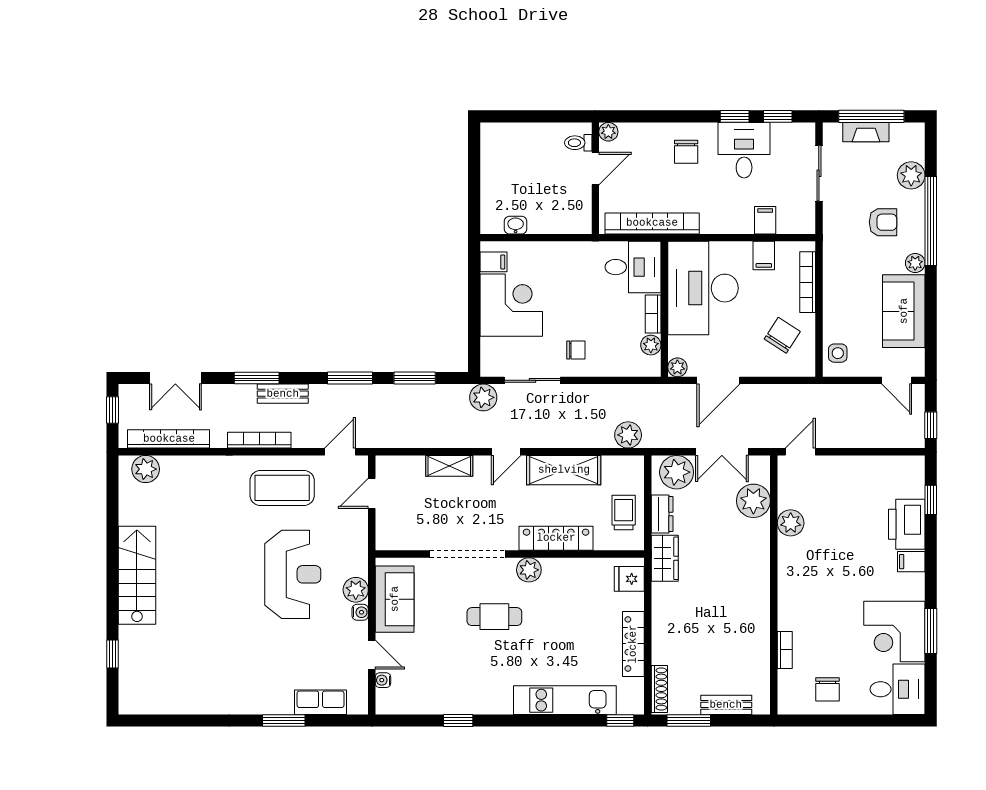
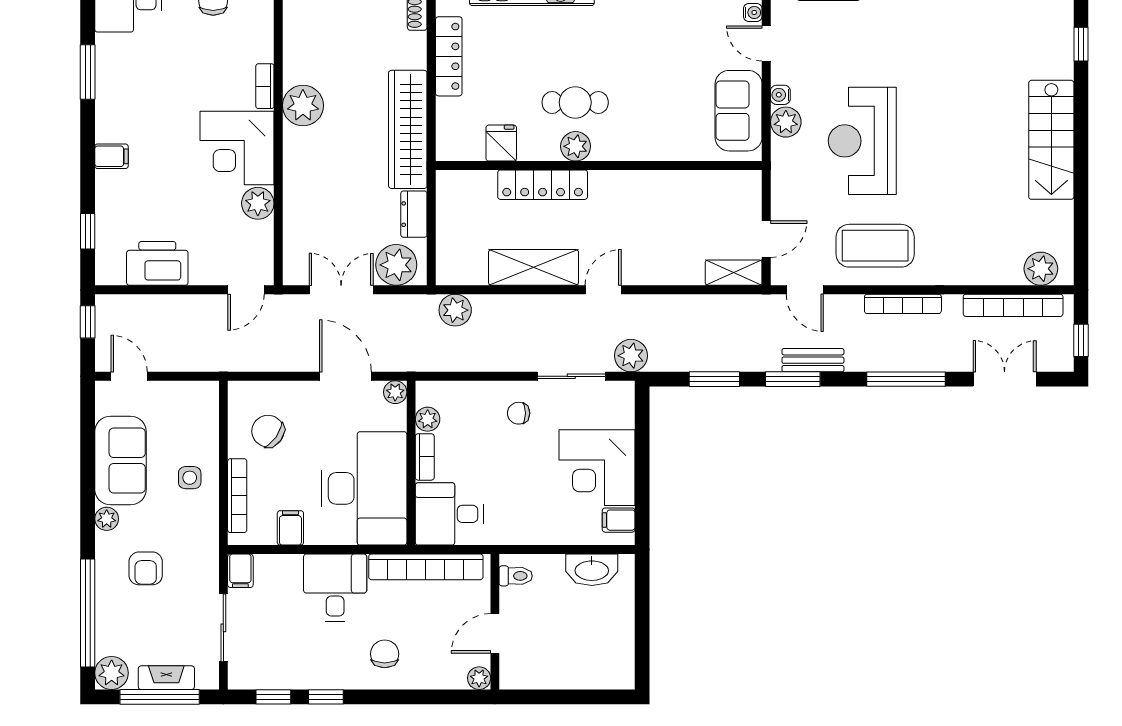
toilet: (578, 143) -> (516, 576), moved
desk: (744, 150) -> (335, 588), moved, turned 180
plant: (911, 175) -> (112, 673), moved
filing cabinet: (765, 220) -> (240, 571), moved
window: (931, 221) -> (88, 613), moved
armchair: (883, 222) -> (146, 568), turned -90
washbasin: (516, 225) -> (592, 570), width x1.91, depth x1.45
chair: (782, 335) -> (268, 431), turned 92
side table: (838, 353) -> (190, 478), moved
window: (257, 378) -> (906, 379), width x1.44
door: (718, 380) -> (345, 376), hinge flipped
bench: (283, 394) -> (813, 360), moved
door: (340, 452) -> (805, 290), hinge flipped
shelving: (449, 466) -> (734, 273), moved
plant: (753, 501) -> (303, 106), moved
trolley: (624, 513) -> (460, 216), removed
printer: (907, 524) -> (157, 263), moved, turned -90
doorway: (467, 554) -> (650, 166), removed
wardrobe: (665, 558) -> (408, 129), width x2.10, depth x1.17
fridge: (629, 579) -> (501, 143), moved, turned -90
cafe table: (494, 617) -> (575, 102), moved
corner desk: (894, 632) -> (237, 148), moved, turned 180
bookcase: (785, 650) -> (265, 86), moved

